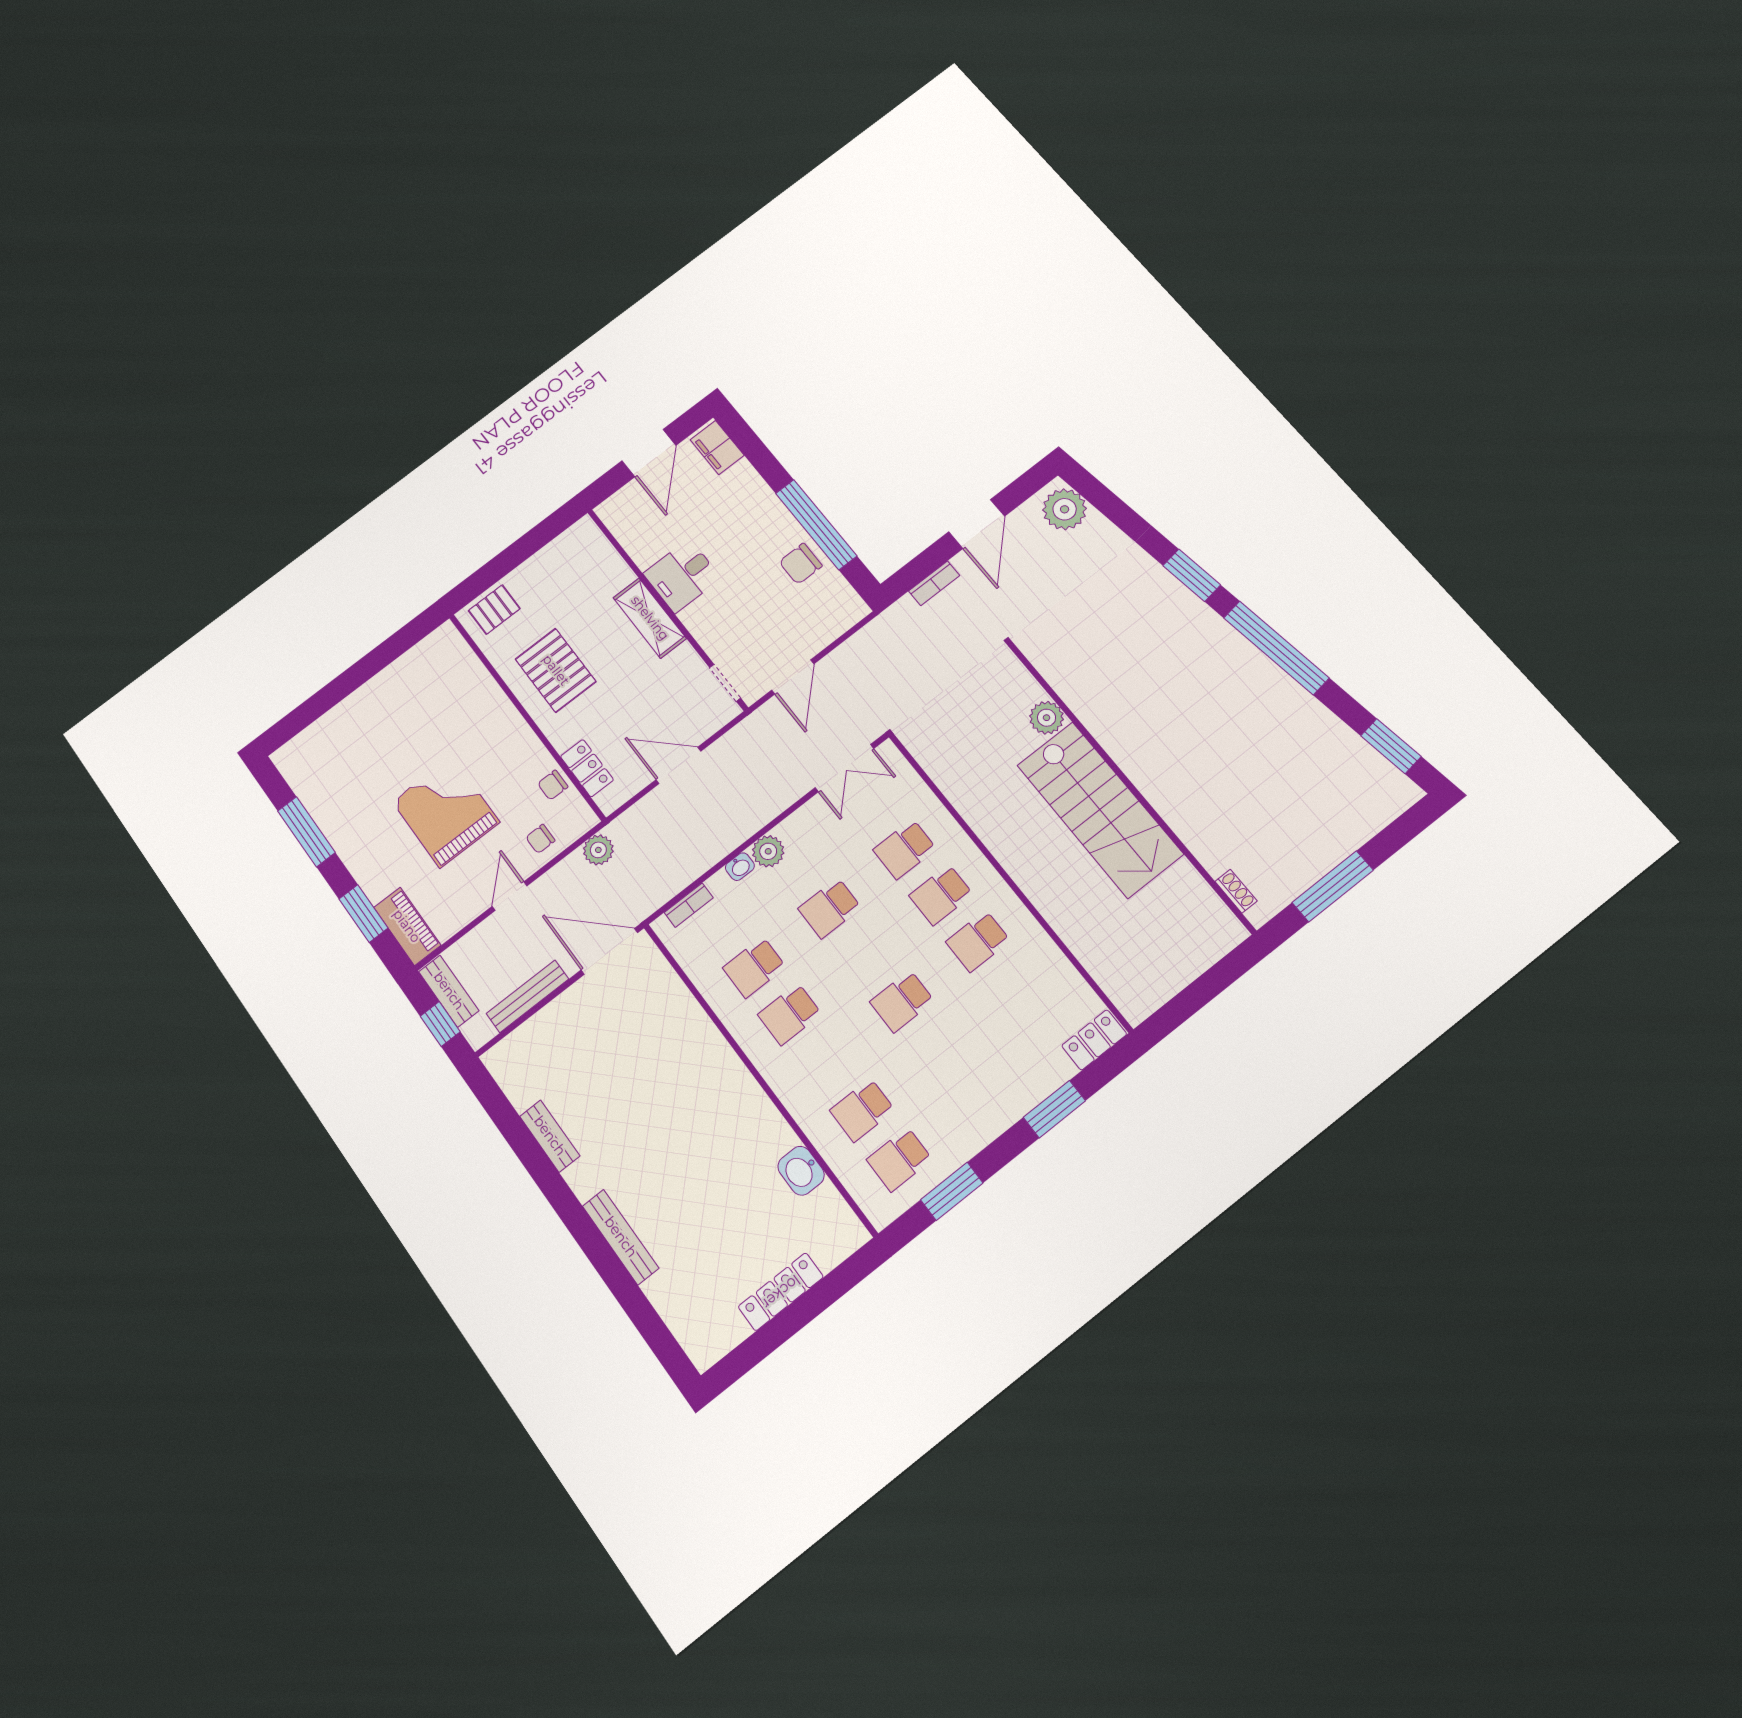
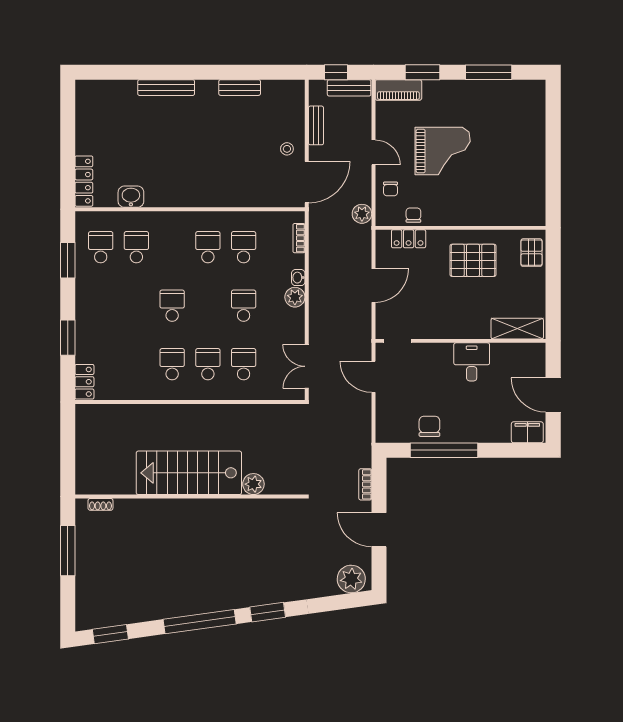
shelving: (650, 618) -> (517, 329), moved
chair: (540, 839) -> (390, 189), turned 180
bench: (527, 996) -> (316, 125), width x0.73
stool: (585, 1010) -> (287, 149), added
locker: (781, 1292) -> (84, 181), moved

